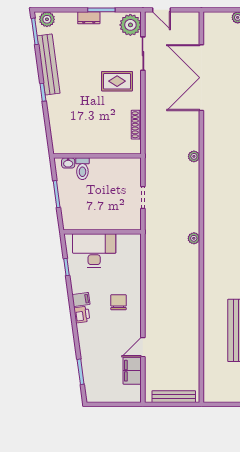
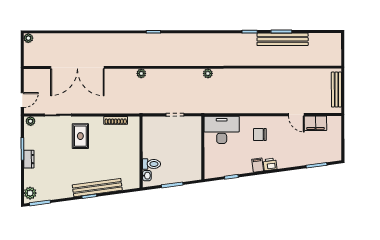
plant: (130, 25) -> (31, 121), width x0.53, depth x0.53
bench: (49, 65) -> (97, 188), moved
desk: (94, 251) -> (222, 130), moved, turned 90

